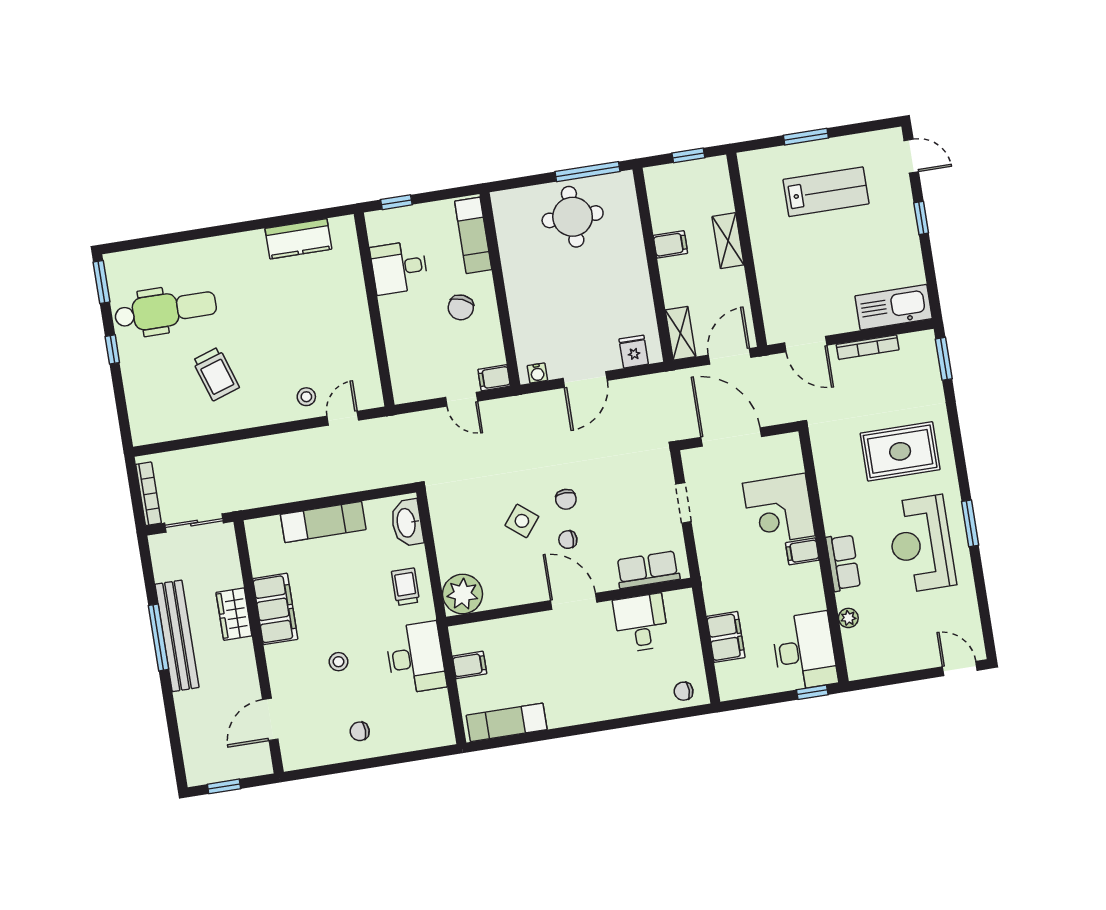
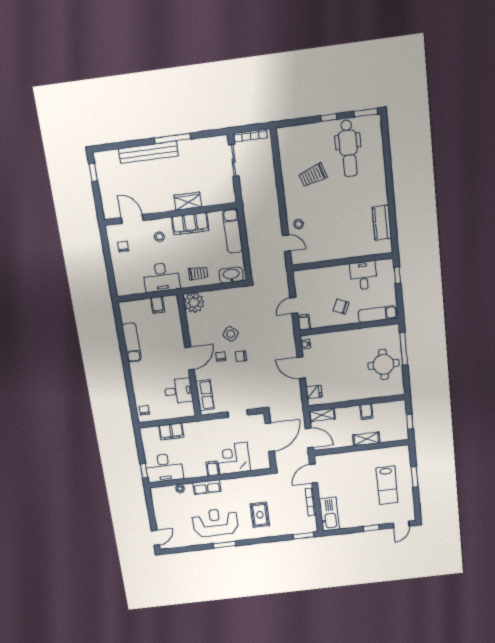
window: (588, 172) -> (404, 349), moved
rug: (900, 451) -> (260, 515), width x0.73, depth x0.70
filing cabinet: (275, 609) -> (190, 224), moved
wardrobe: (234, 614) -> (188, 201), moved
bench: (177, 636) -> (148, 152), moved
wall: (259, 647) -> (170, 214), moved
door: (270, 719) -> (132, 219), moved
exam couch: (507, 722) -> (132, 342), moved

